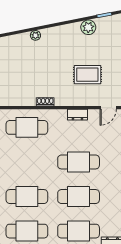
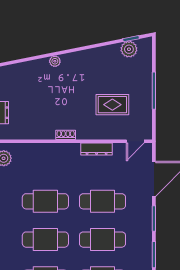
plant: (88, 27) -> (129, 49), moved
dresser: (77, 115) -> (97, 149), width x1.44
cafe table: (27, 127) -> (45, 201), moved

